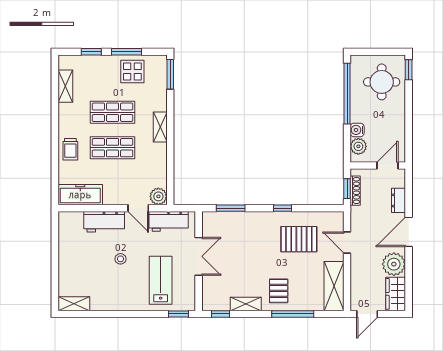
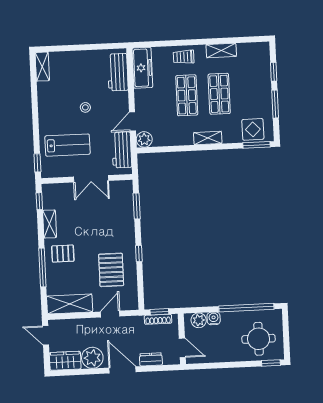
display table: (132, 71) -> (253, 129), moved
shelving: (65, 86) -> (221, 50), moved
workbench: (104, 222) -> (118, 72), moved

